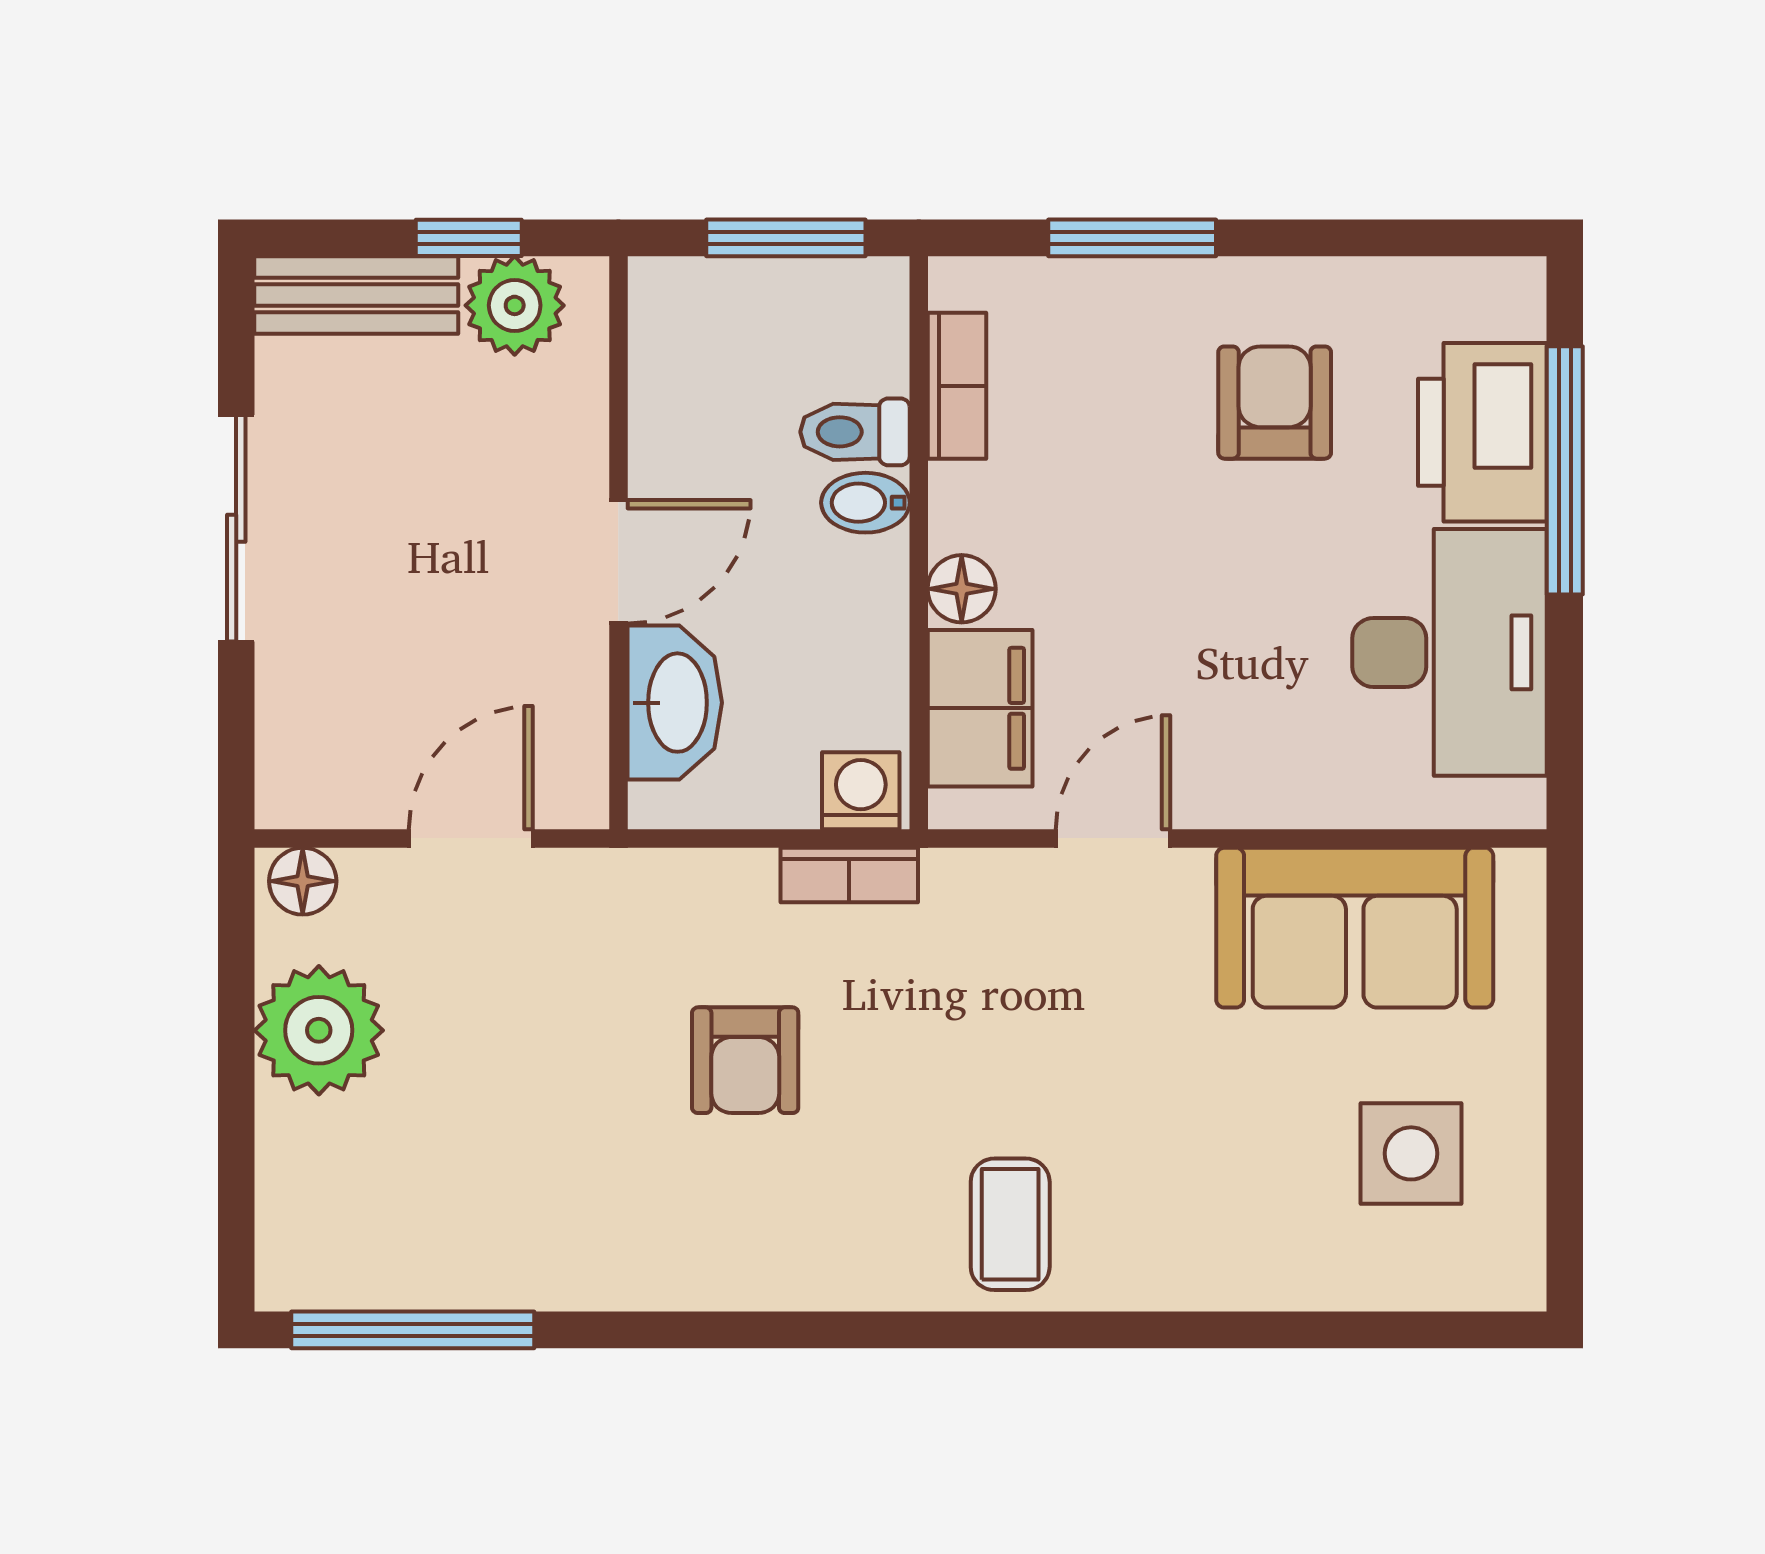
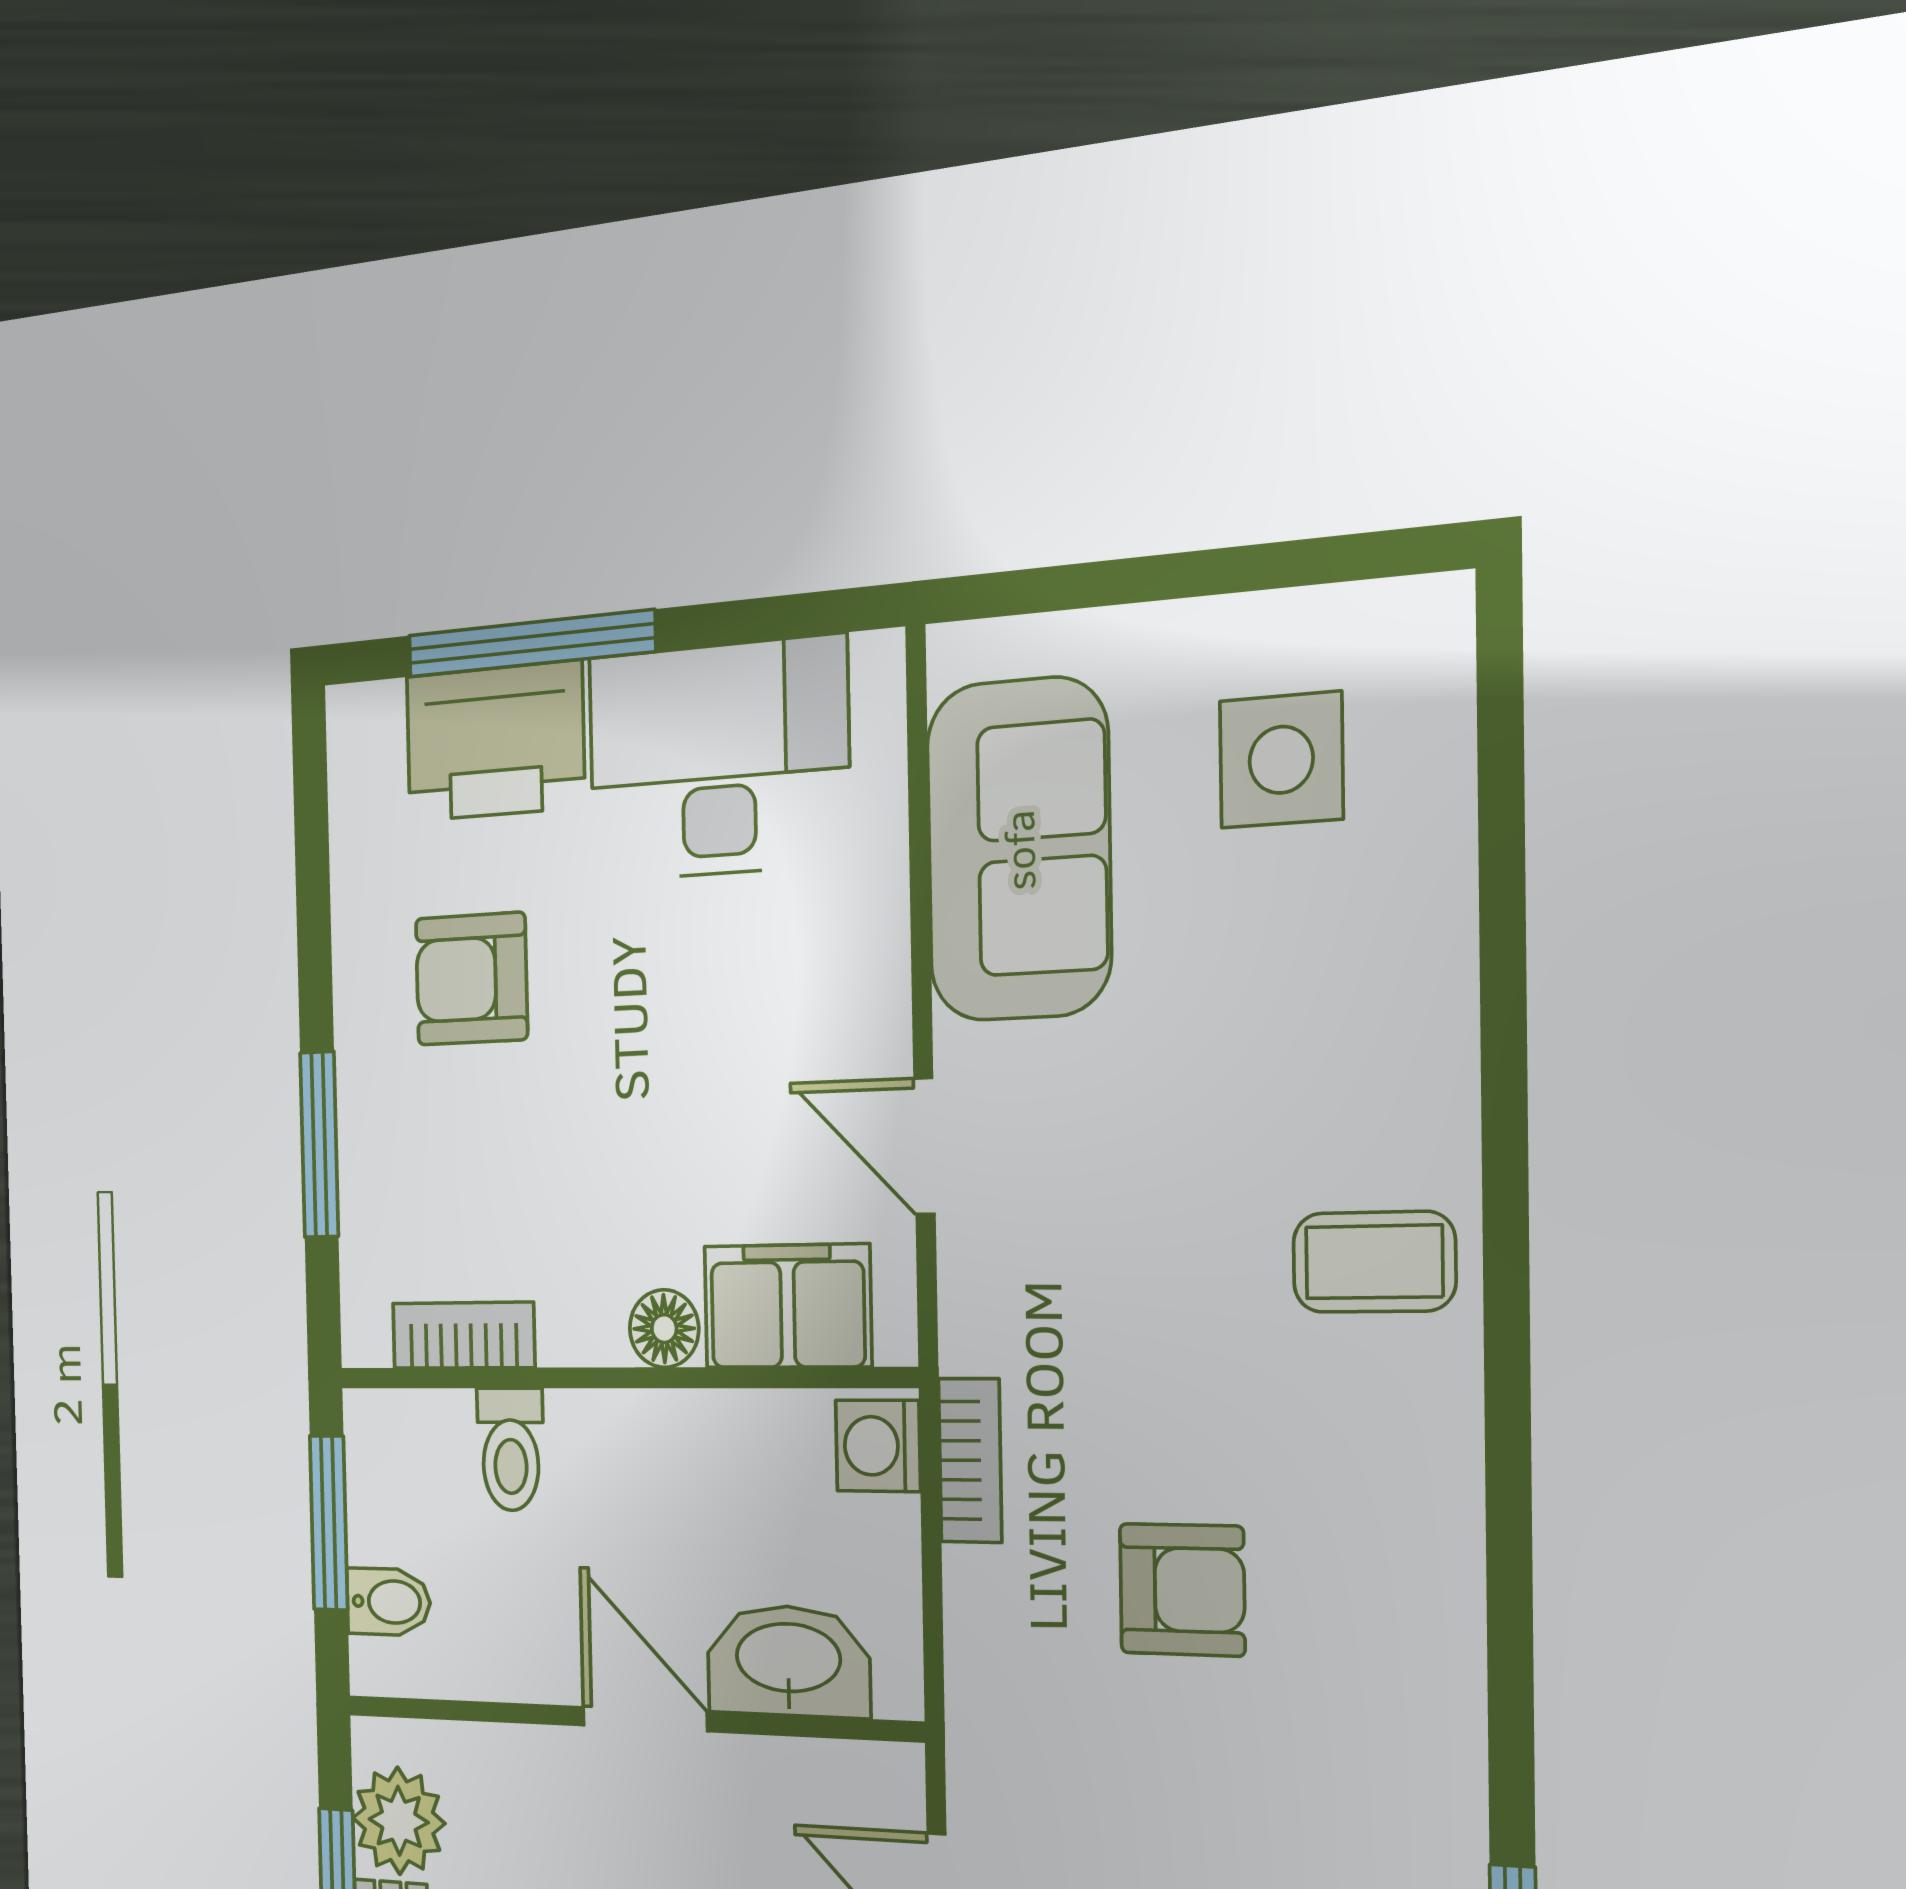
bidet: (865, 503) -> (389, 1602), moved, turned -90

